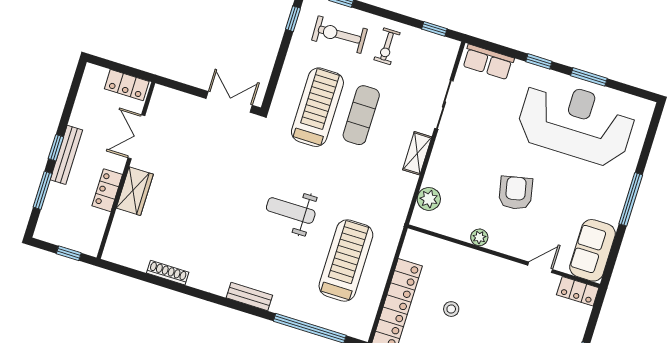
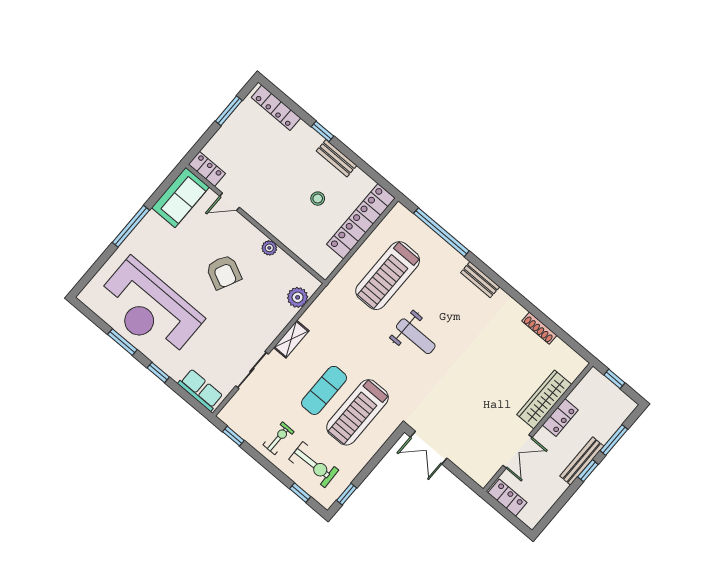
wardrobe: (135, 191) -> (544, 400), width x1.50
armchair: (516, 193) -> (224, 272), turned -52

